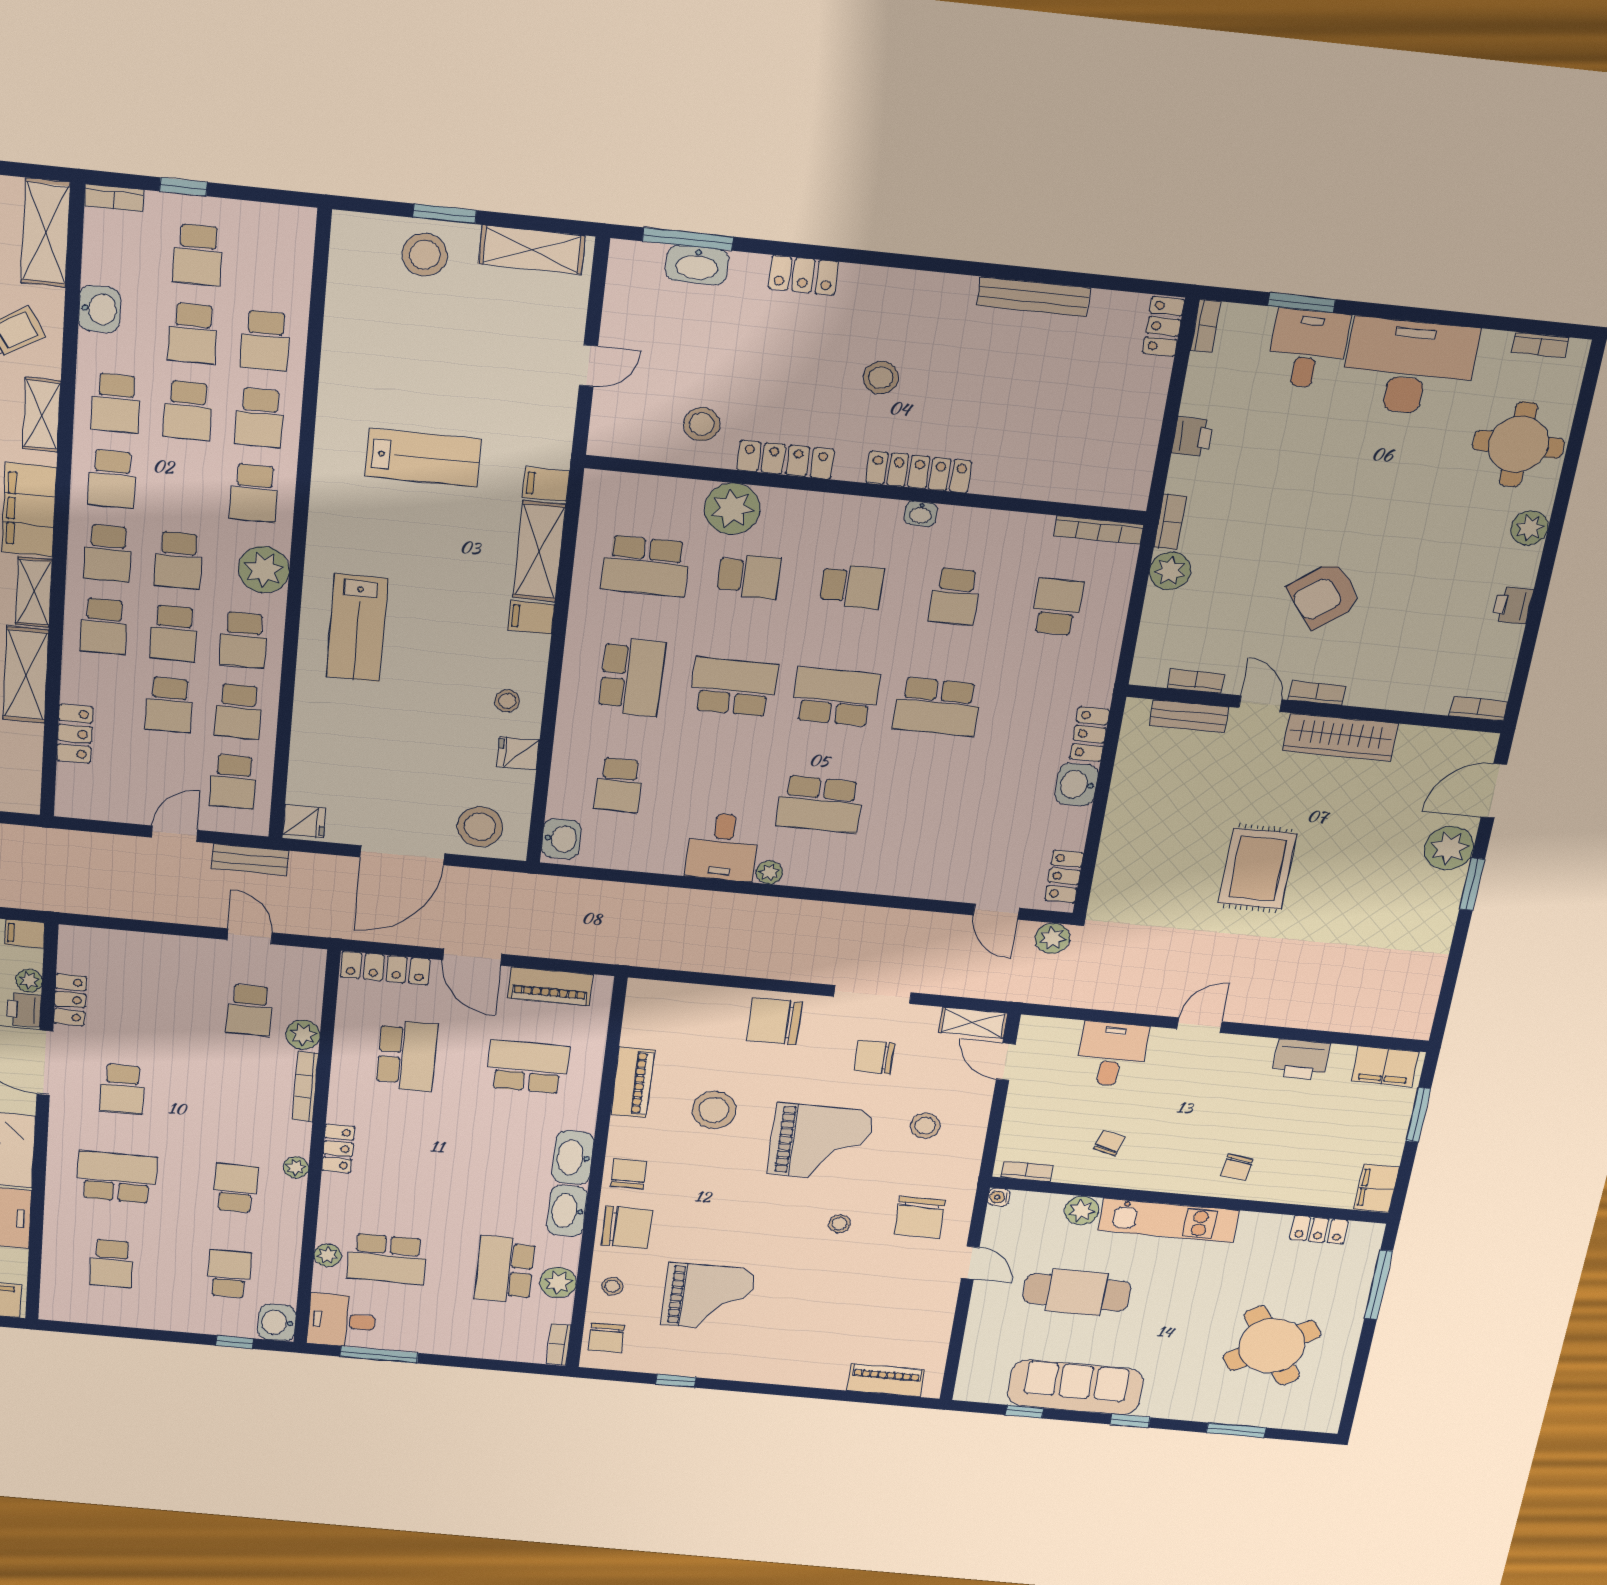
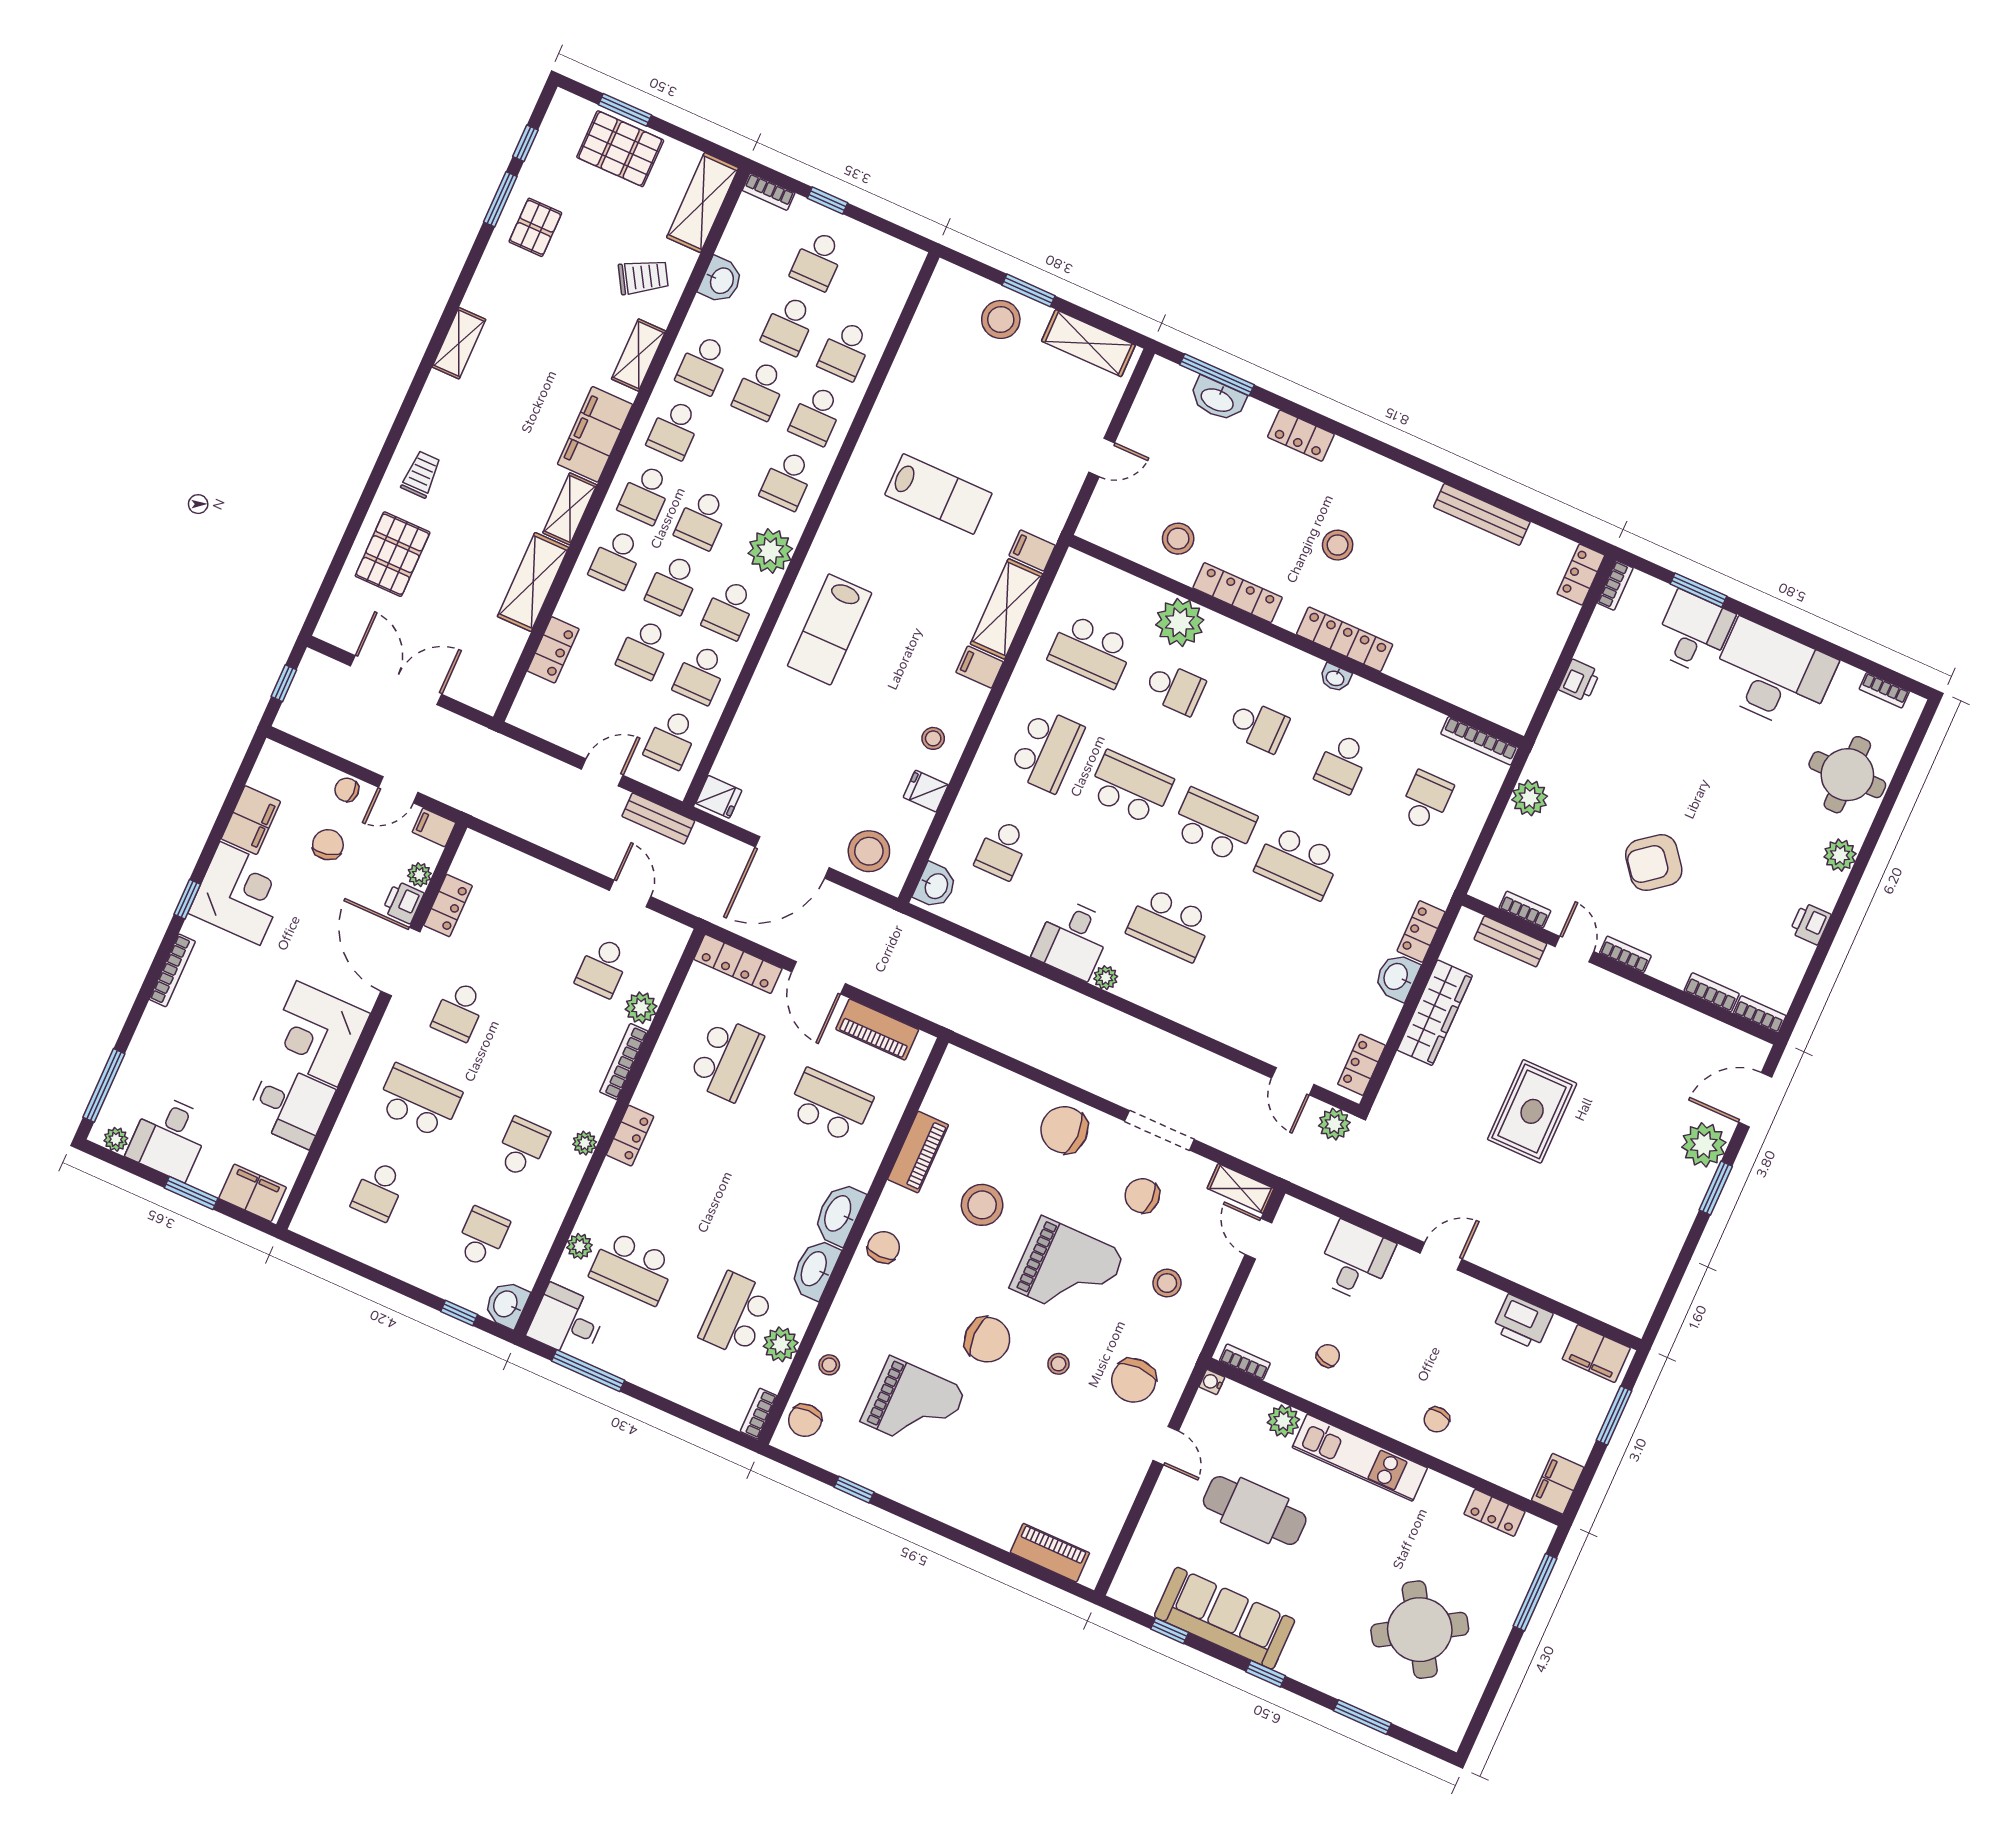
bookcase: (1170, 522) -> (1712, 992), moved, turned -90
wardrobe: (1340, 737) -> (1435, 1013), moved, turned -90
chair: (627, 1228) -> (987, 1340), moved

